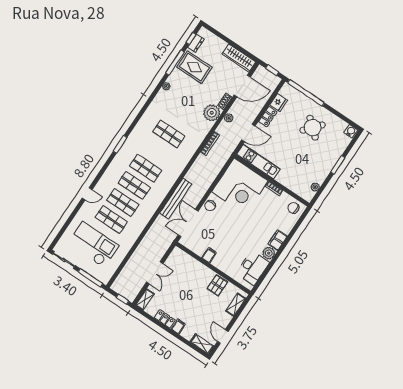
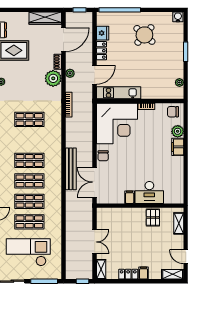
plant: (269, 253) -> (178, 131), moved
desk: (253, 268) -> (149, 192), moved, turned 90

